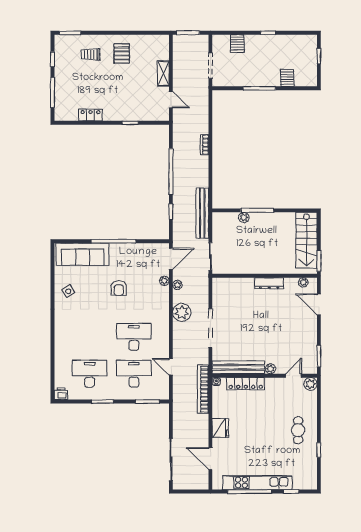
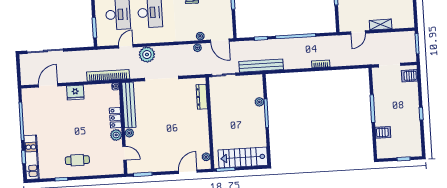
server rack: (237, 44) -> (410, 76), moved
dresser: (269, 283) -> (202, 97), moved
plant: (182, 312) -> (147, 55), moved
locker: (246, 384) -> (115, 118), width x0.66
plant: (311, 384) -> (116, 135), moved
kitchen unit: (257, 483) -> (31, 157), moved, width x0.73

